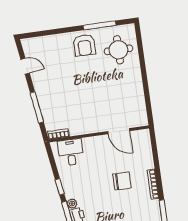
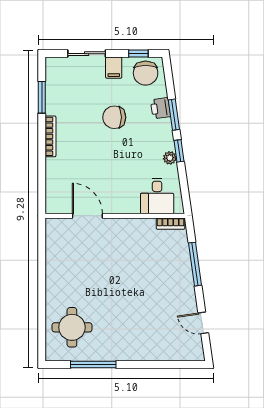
armchair: (84, 45) -> (118, 340), removed
chair: (122, 181) -> (114, 117), moved
plant: (72, 204) -> (170, 158), moved

